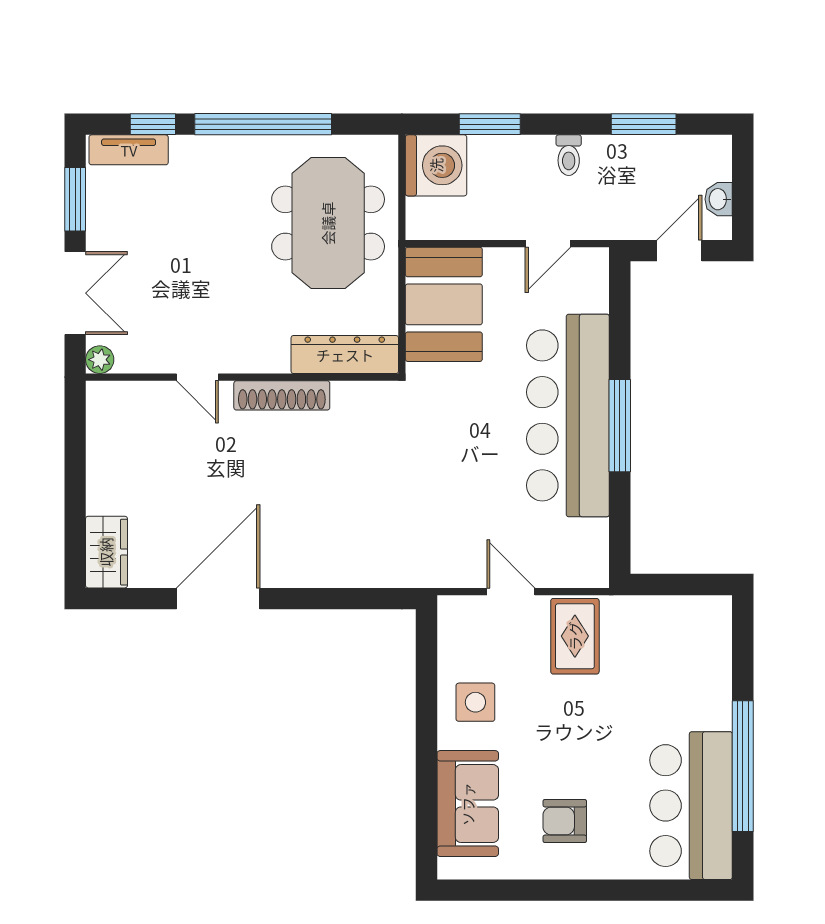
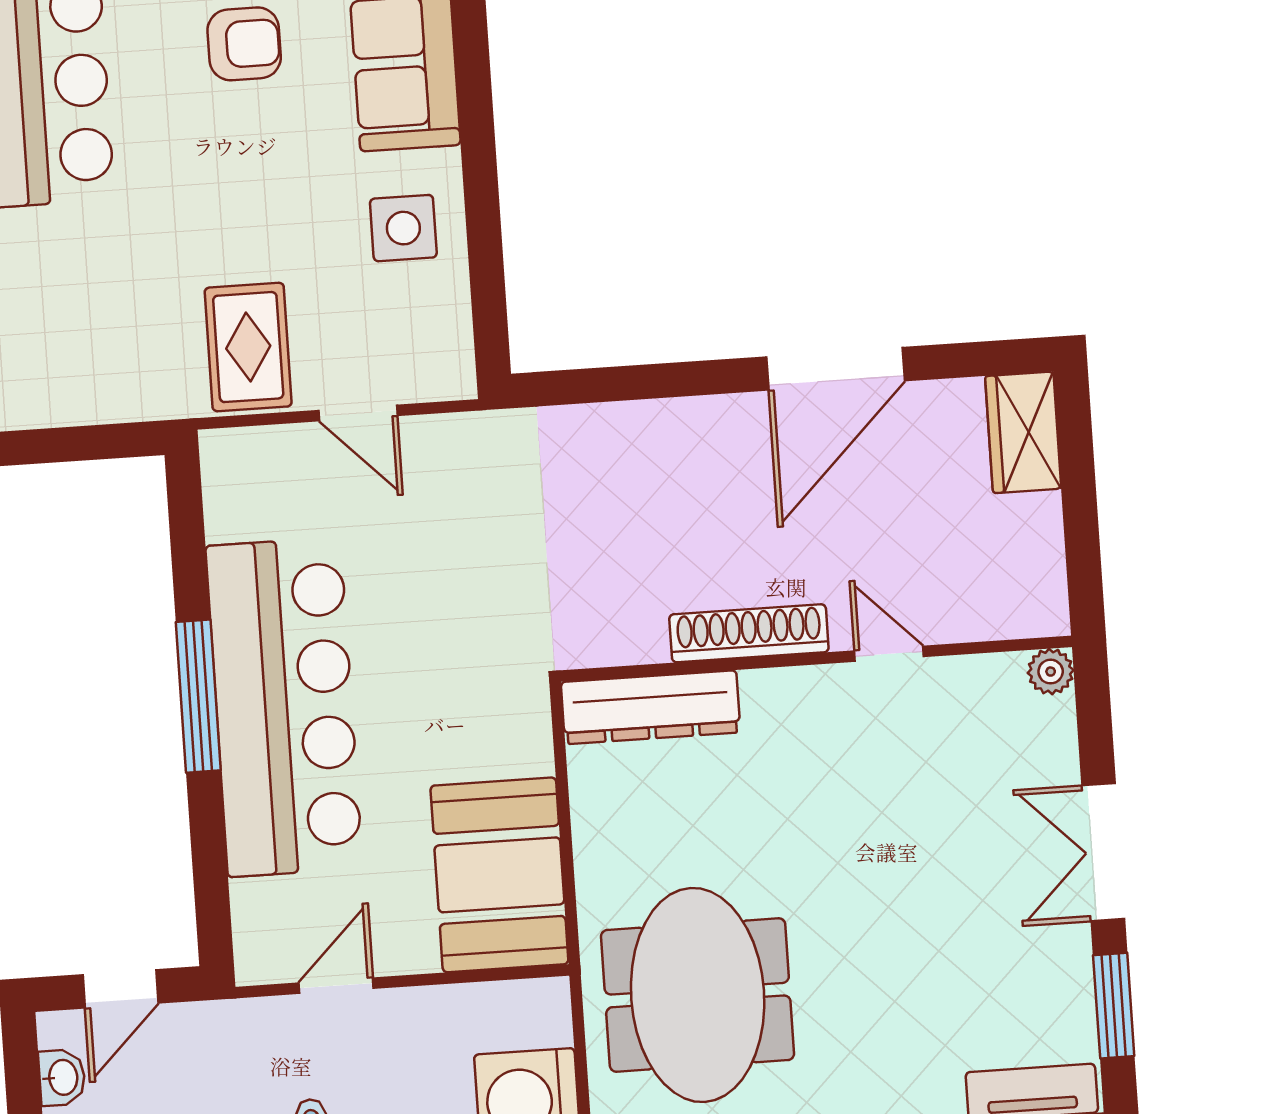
dresser: (345, 355) -> (651, 707), moved
plant: (100, 360) -> (1051, 672), moved
door: (197, 377) -> (889, 654), moved
wall: (242, 377) -> (816, 659), moved
shoe rack: (282, 395) -> (749, 633), moved

